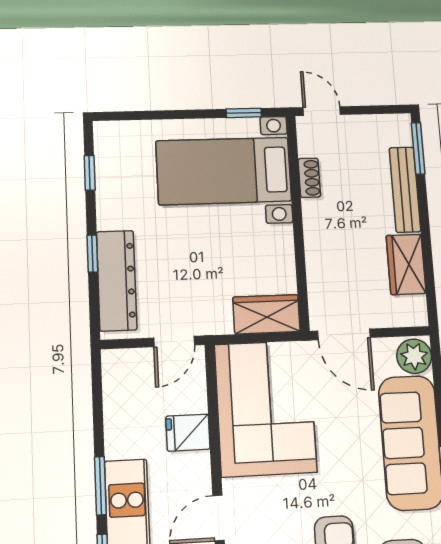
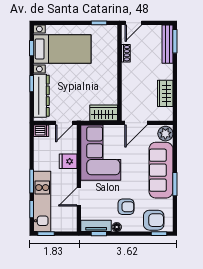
door: (322, 111) -> (133, 23), swing flipped
bed with nightstands: (224, 171) -> (62, 49), moved, turned 180
bench: (405, 190) -> (167, 44), moved
door: (344, 334) -> (136, 123), hinge flipped
dishwasher: (119, 363) -> (41, 131), added

